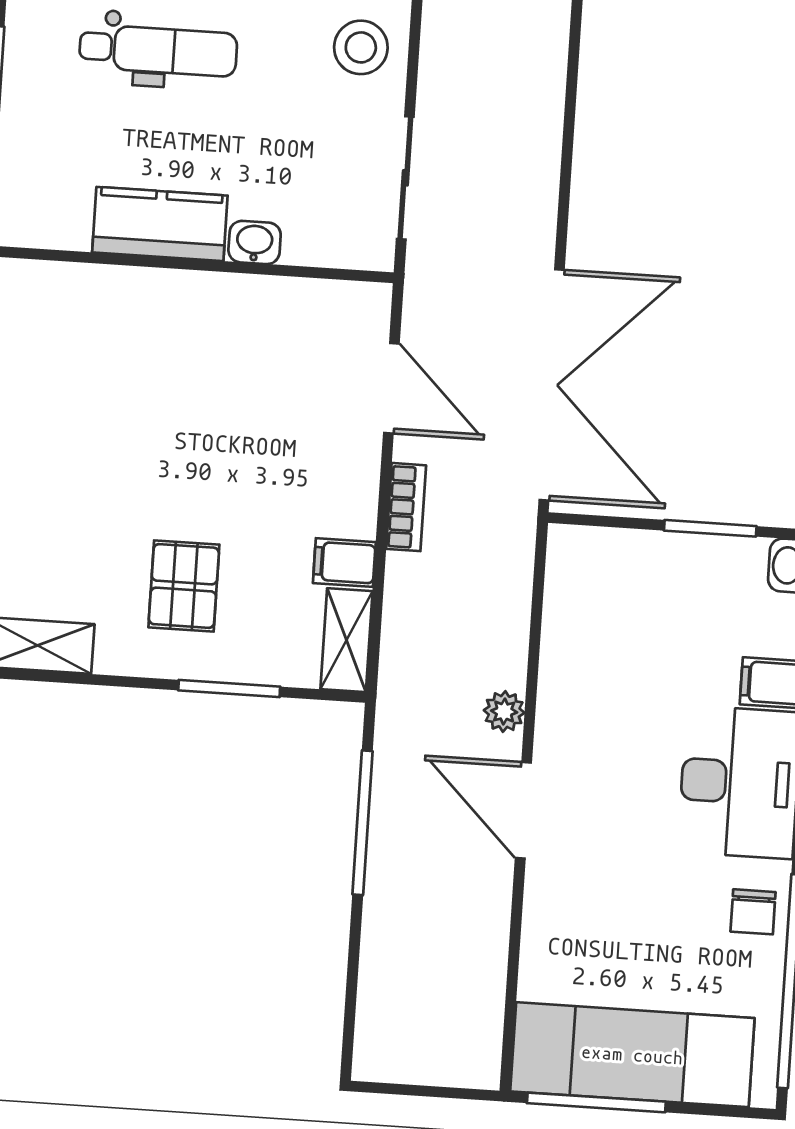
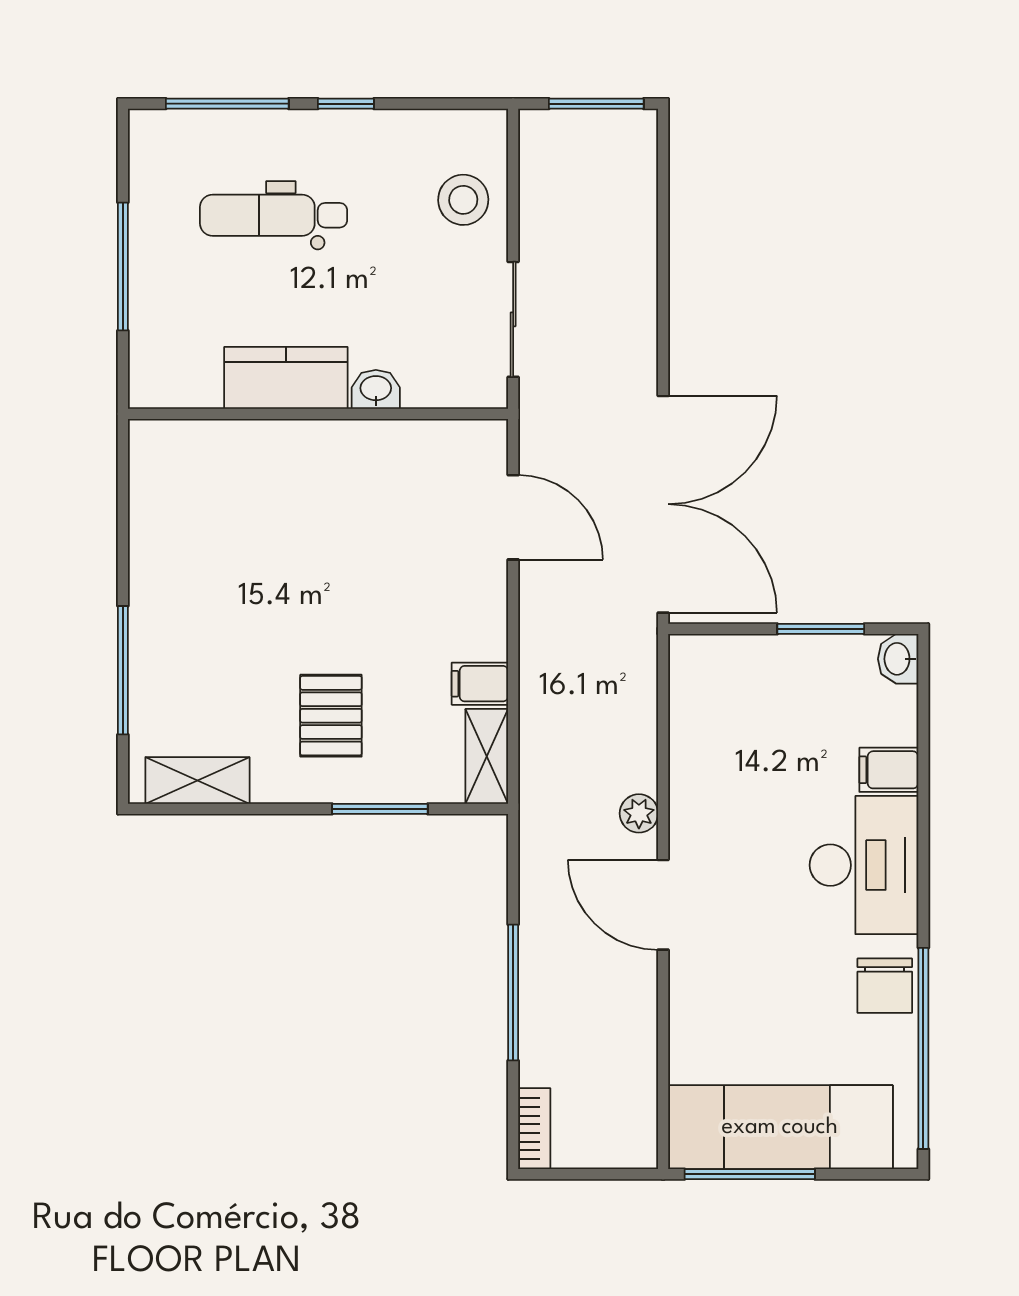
dental chair: (158, 50) -> (274, 215), turned 180
bookcase: (406, 507) -> (534, 1129), moved
window: (363, 823) -> (513, 993), moved
chair: (753, 912) -> (885, 986), width x1.37, depth x1.37

